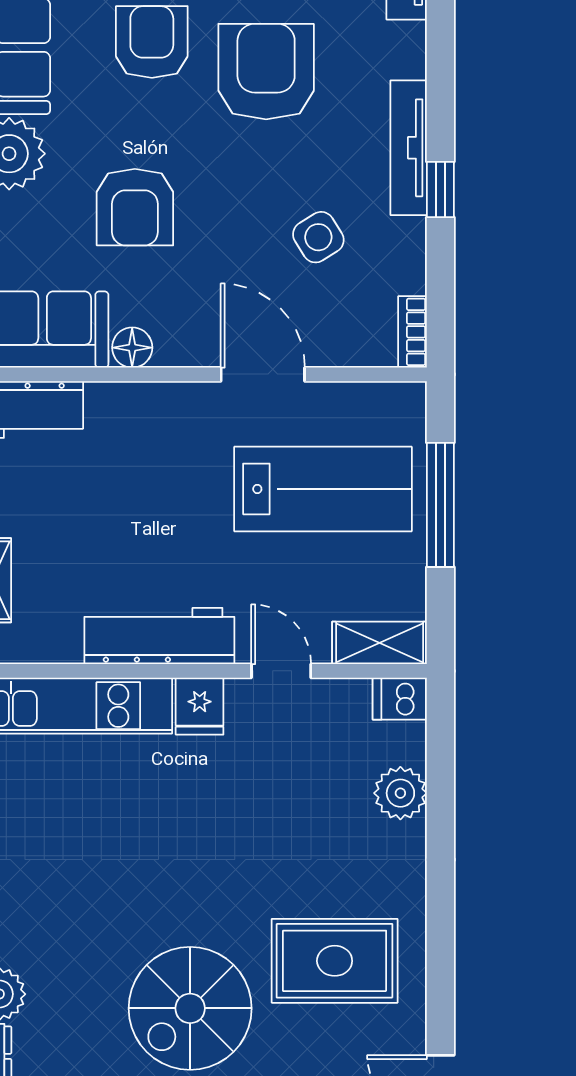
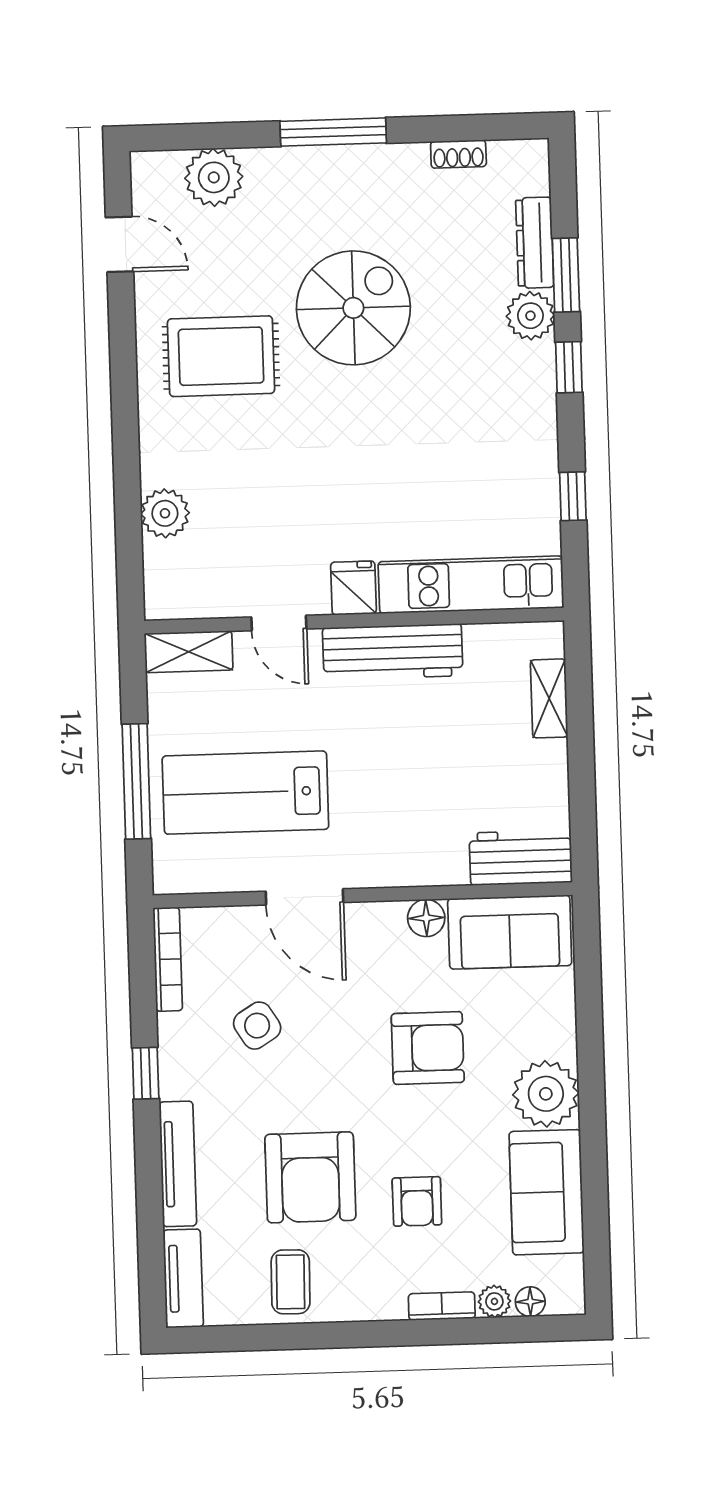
armchair: (152, 42) -> (417, 1201), width x0.72, depth x0.72
tv unit: (409, 148) -> (178, 1164), moved
armchair: (135, 207) -> (428, 1048), turned 90
bookcase: (413, 332) -> (168, 959), width x1.56
dishwasher: (400, 699) -> (168, 601), removed

